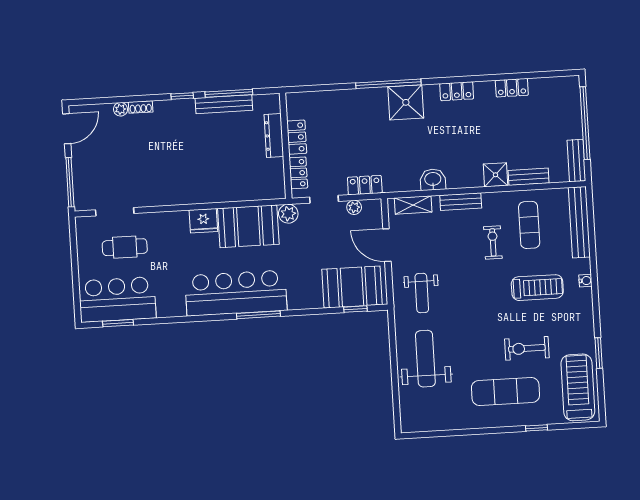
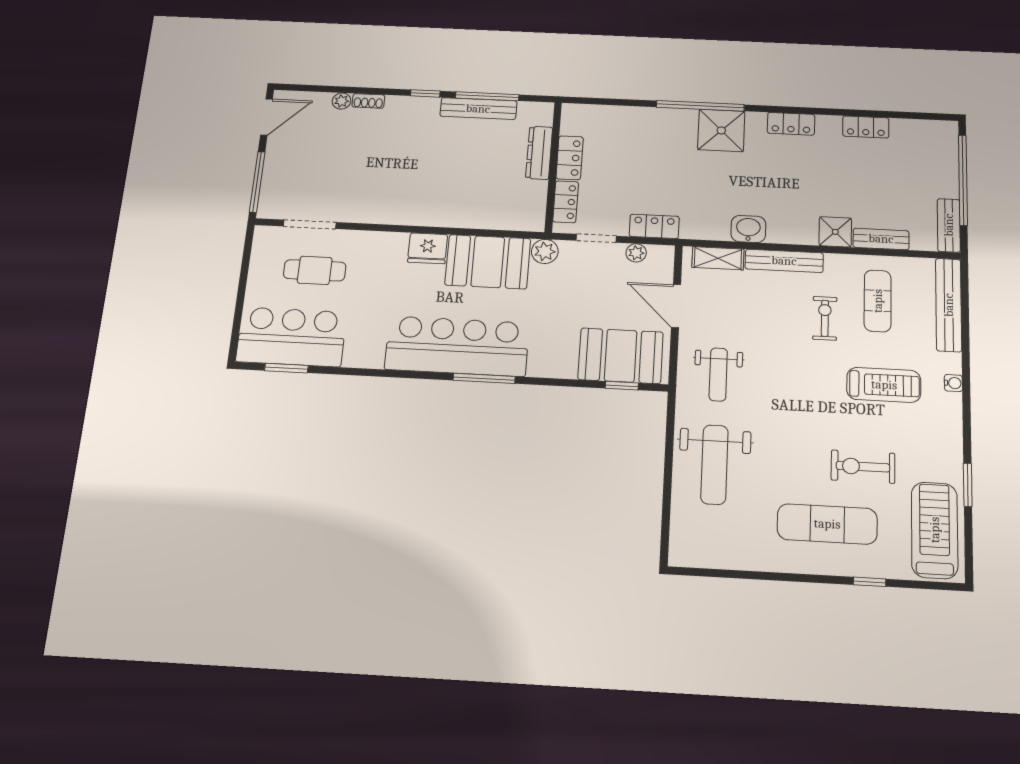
bench: (461, 202) -> (784, 261), width x1.36
weight bench: (425, 359) -> (714, 465), turned 180

